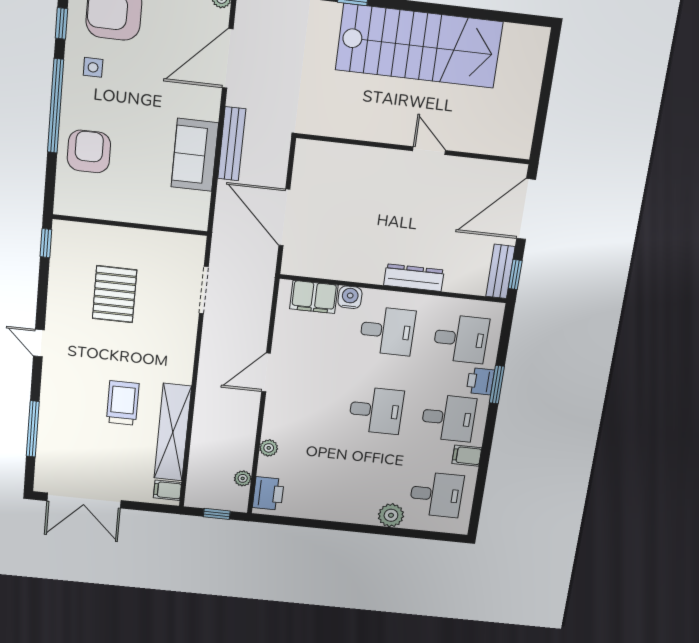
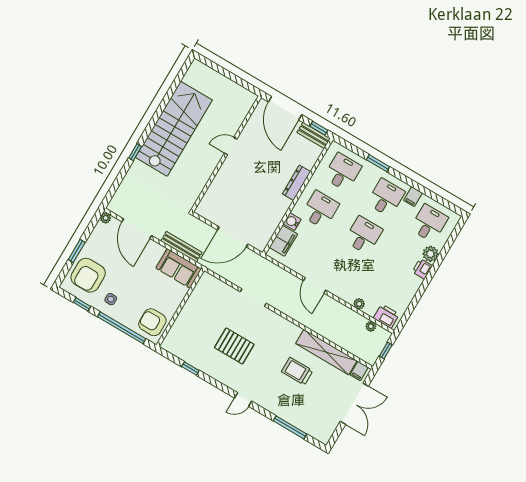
wall: (130, 225) -> (180, 308), moved
printer: (480, 381) -> (422, 269), moved, turned 90
double door: (84, 501) -> (354, 404), moved

